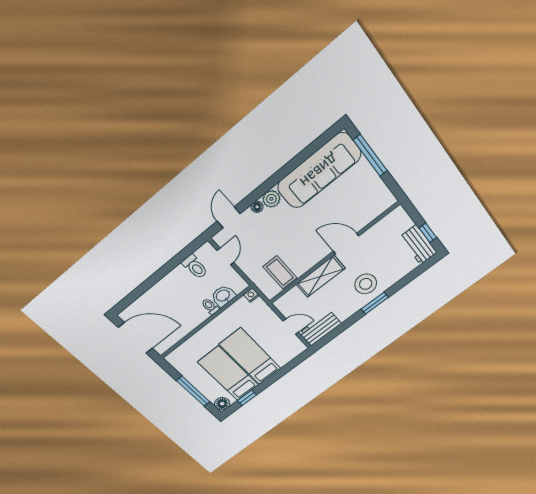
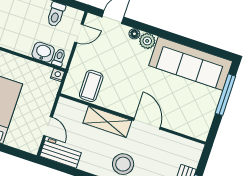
toilet: (210, 306) -> (59, 58), moved

